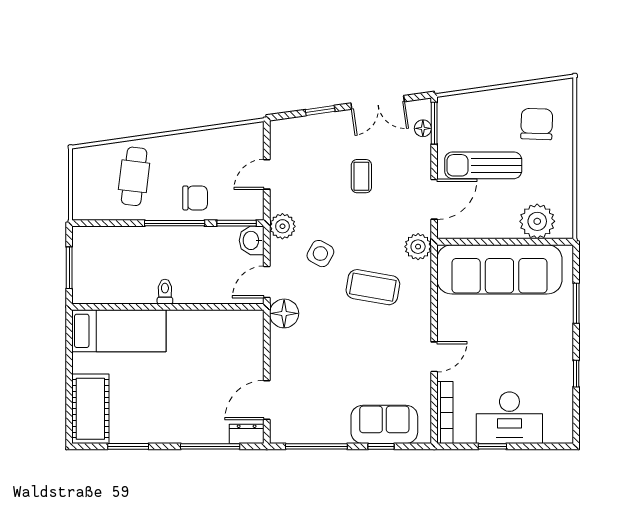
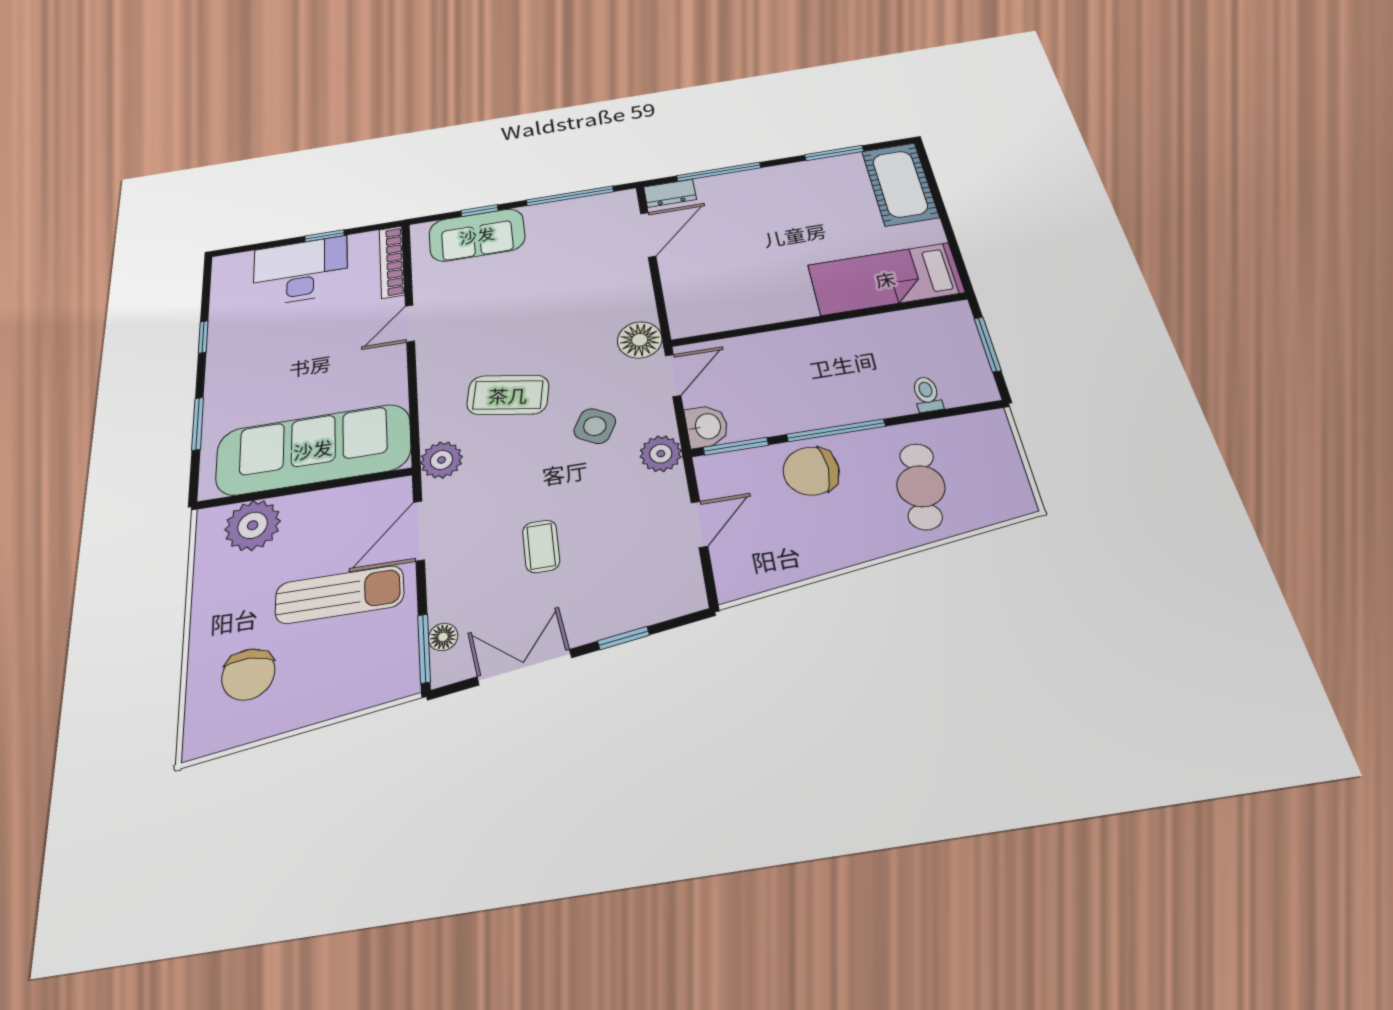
chair: (195, 198) -> (811, 471), width x1.37, depth x1.37
toilet: (165, 292) -> (927, 394), moved, turned 180

